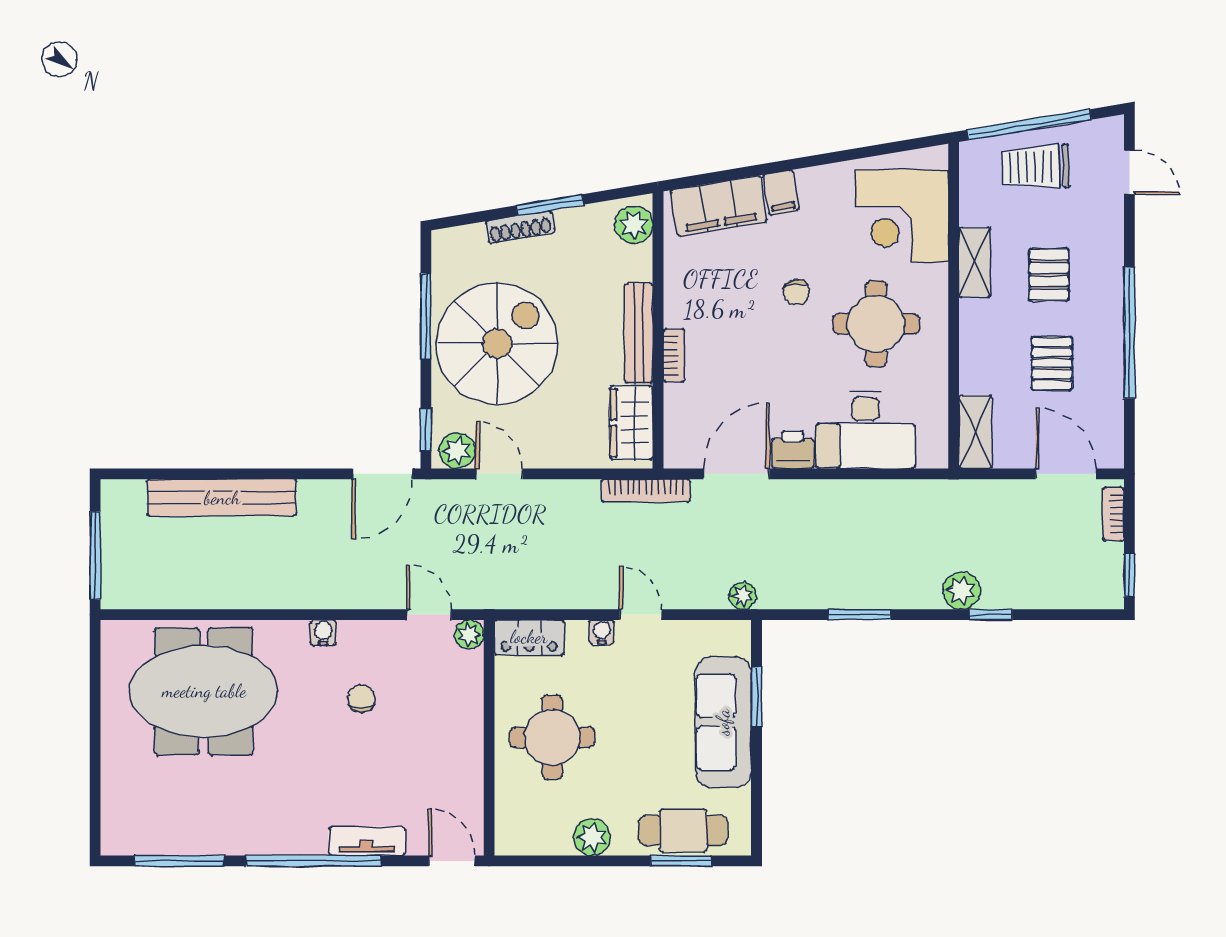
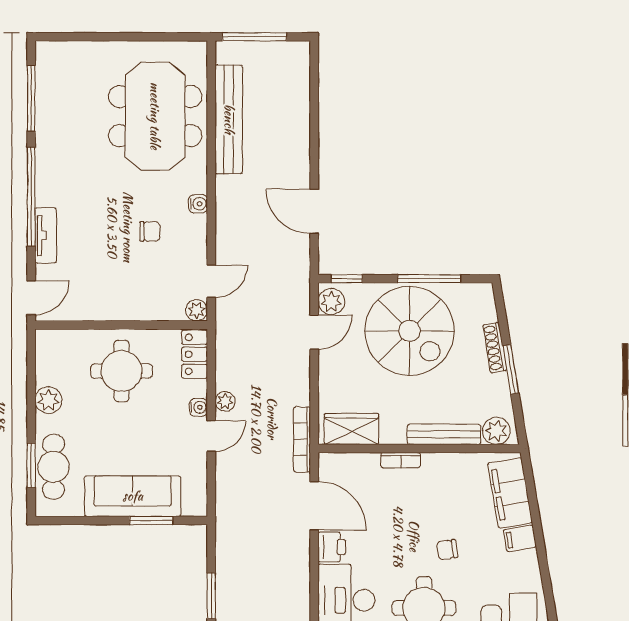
bench: (639, 333) -> (444, 434), moved
door: (382, 474) -> (314, 211), moved
bench: (222, 498) -> (229, 119), moved
plant: (742, 596) -> (225, 401), moved

